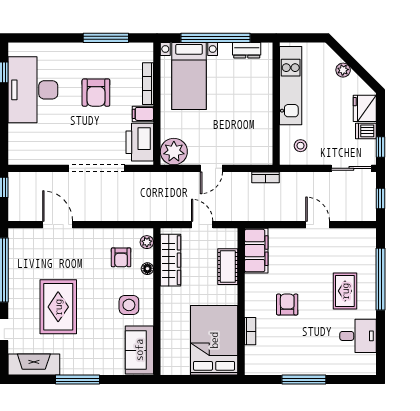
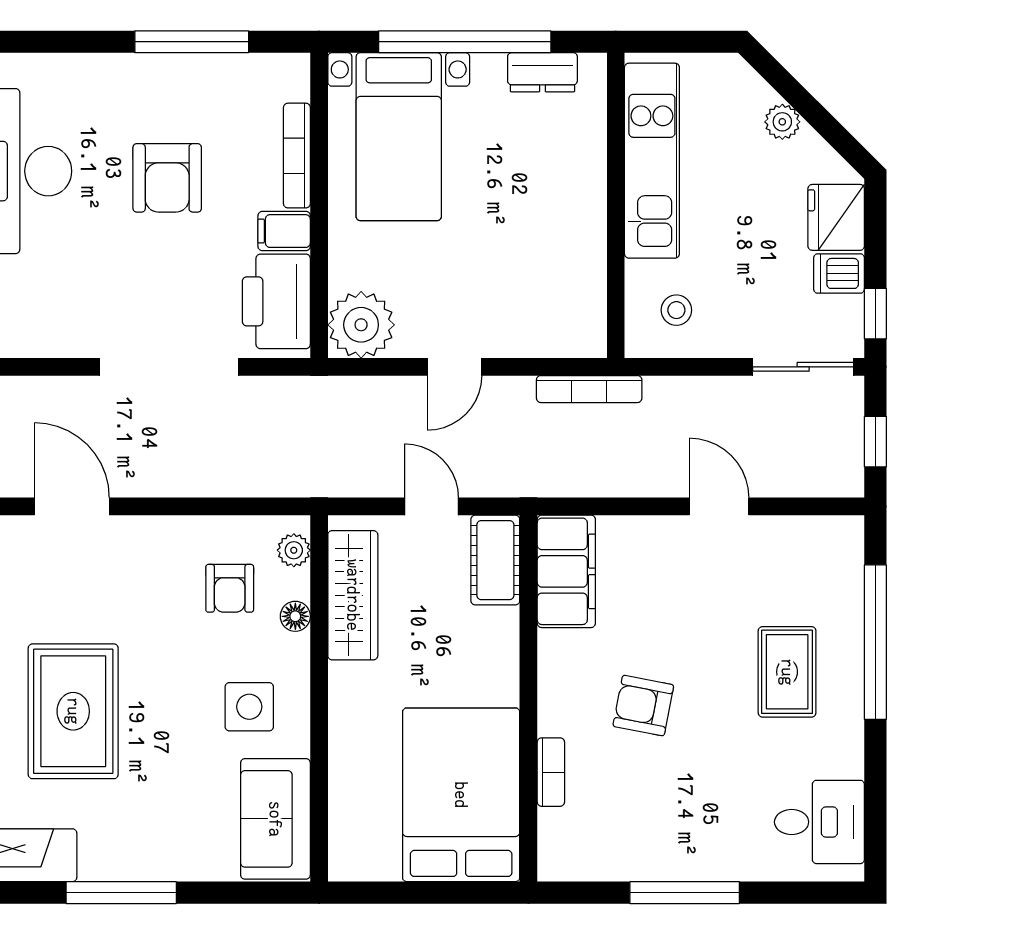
bookcase: (265, 177) -> (589, 389), width x1.56
cot: (228, 267) -> (495, 560), moved
armchair: (287, 304) -> (643, 706), turned -79
desk: (358, 336) -> (819, 822), moved

